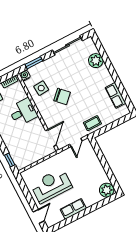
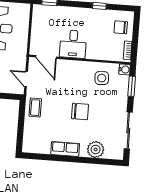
row of seats: (116, 95) -> (65, 149), moved
chair: (62, 96) -> (80, 111), moved, turned -135
desk: (23, 112) -> (73, 44), moved

